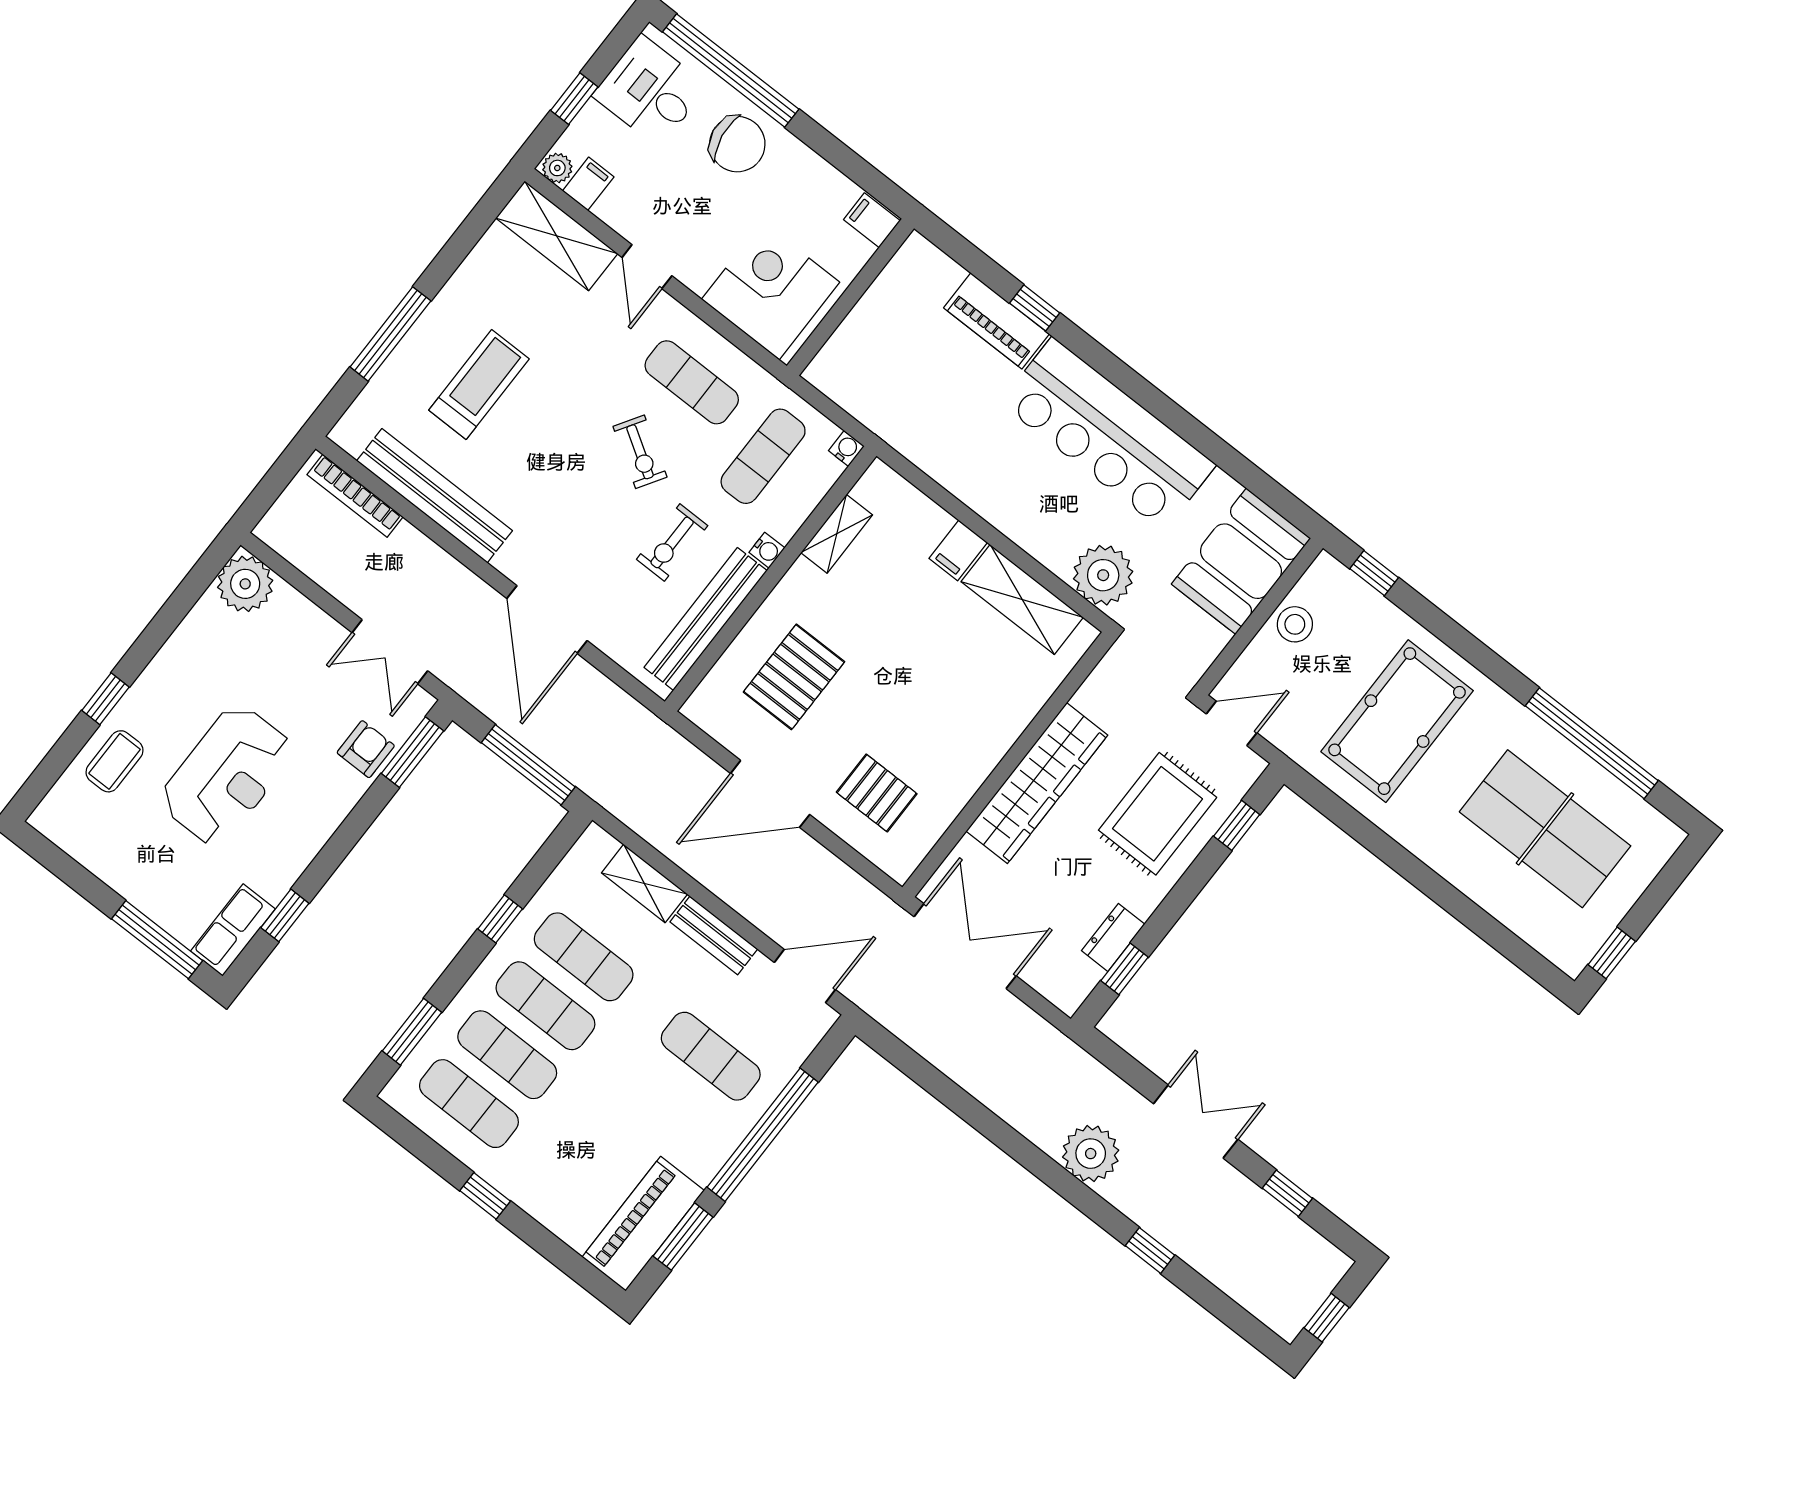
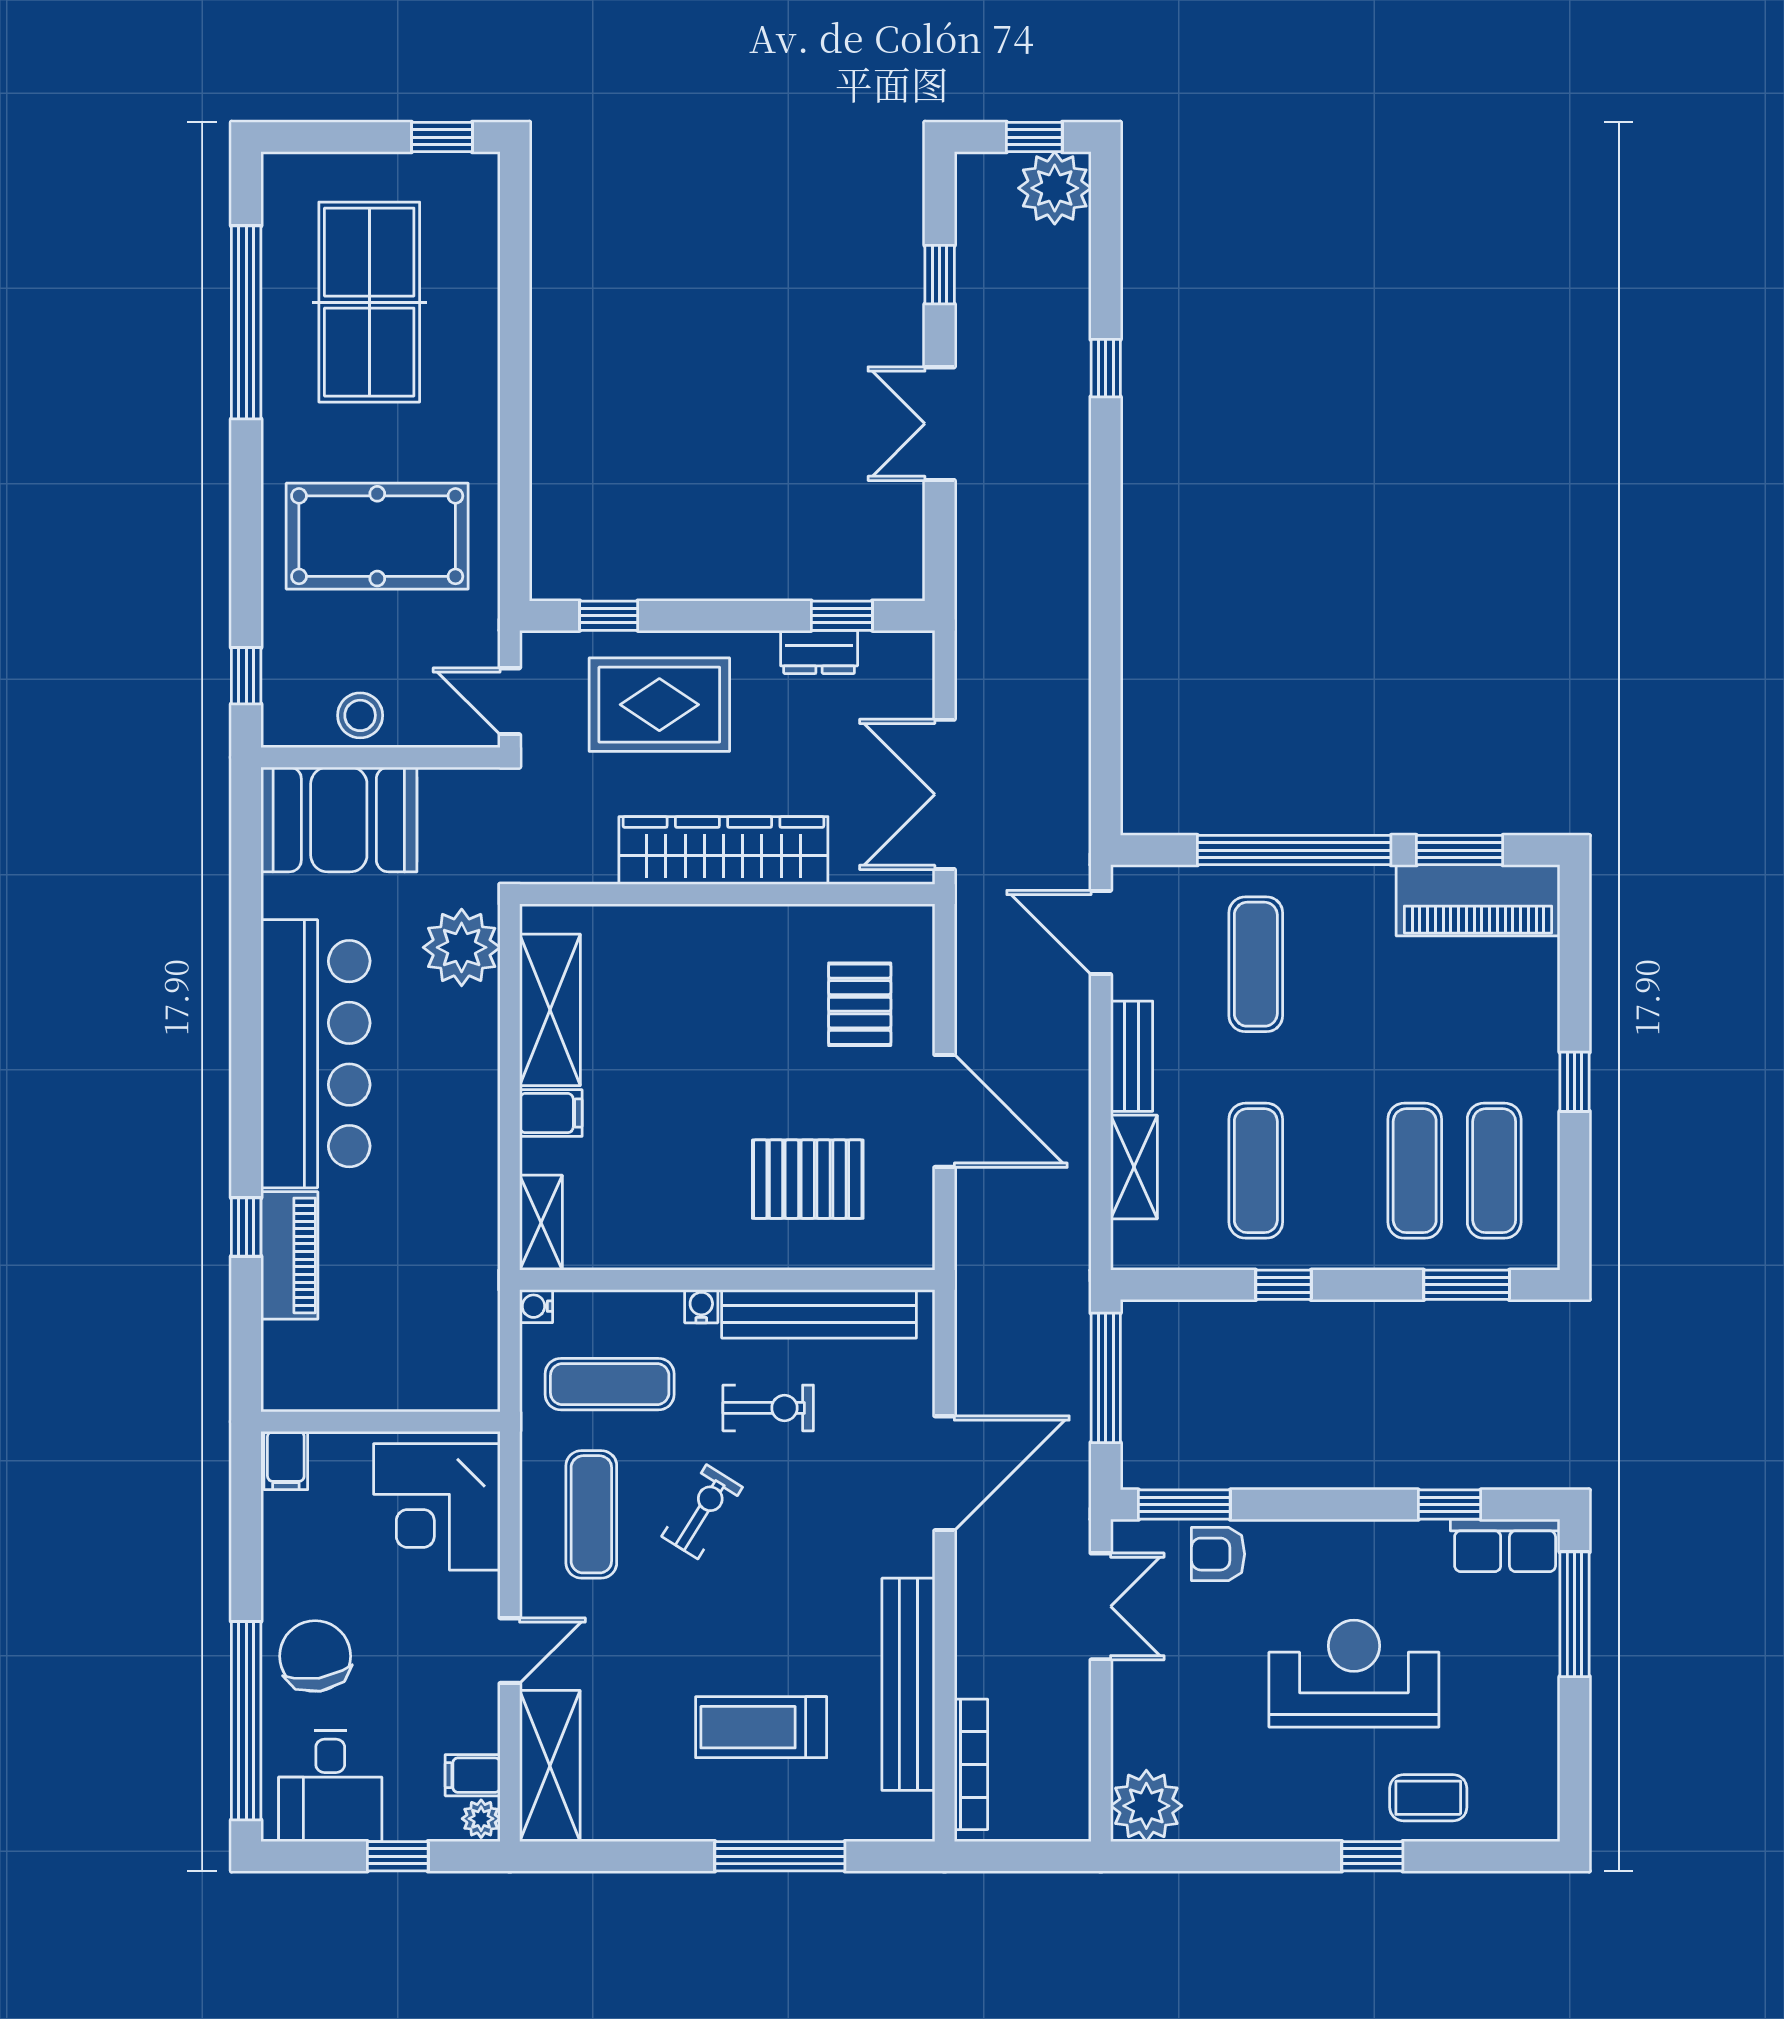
shelving: (837, 534) -> (541, 1223), moved, turned 90
exercise mat: (545, 1006) -> (1335, 1171), removed
plant: (1091, 1154) -> (1055, 188), moved

